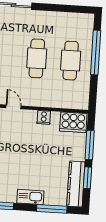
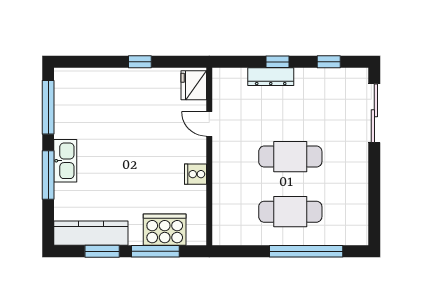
door: (14, 107) -> (209, 124), swing flipped
cooker: (73, 122) -> (165, 230), moved, turned 90
window: (52, 209) -> (48, 175), moved

